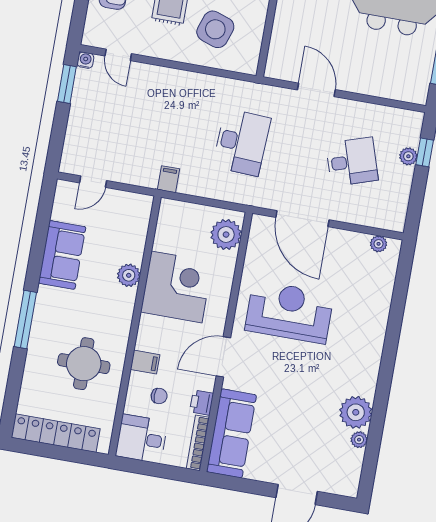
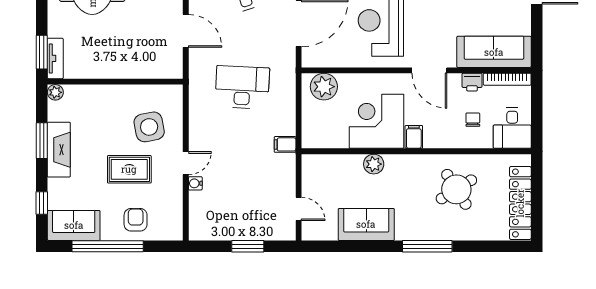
side table: (215, 29) -> (149, 127), turned -30
door: (118, 55) -> (186, 163), moved
water cooler: (85, 60) -> (195, 183), moved
window: (67, 84) -> (248, 246), moved
door: (316, 90) -> (186, 31), swing flipped
filing cabinet: (145, 362) -> (414, 137), moved
round table: (84, 364) -> (456, 189), turned -32

